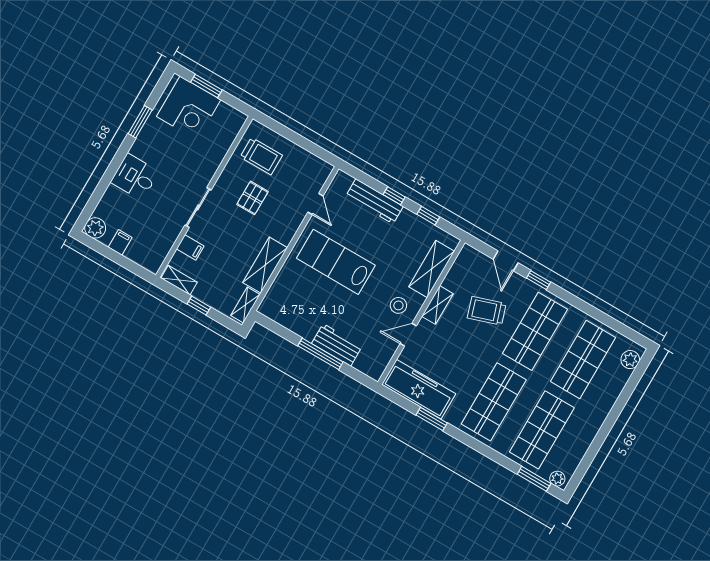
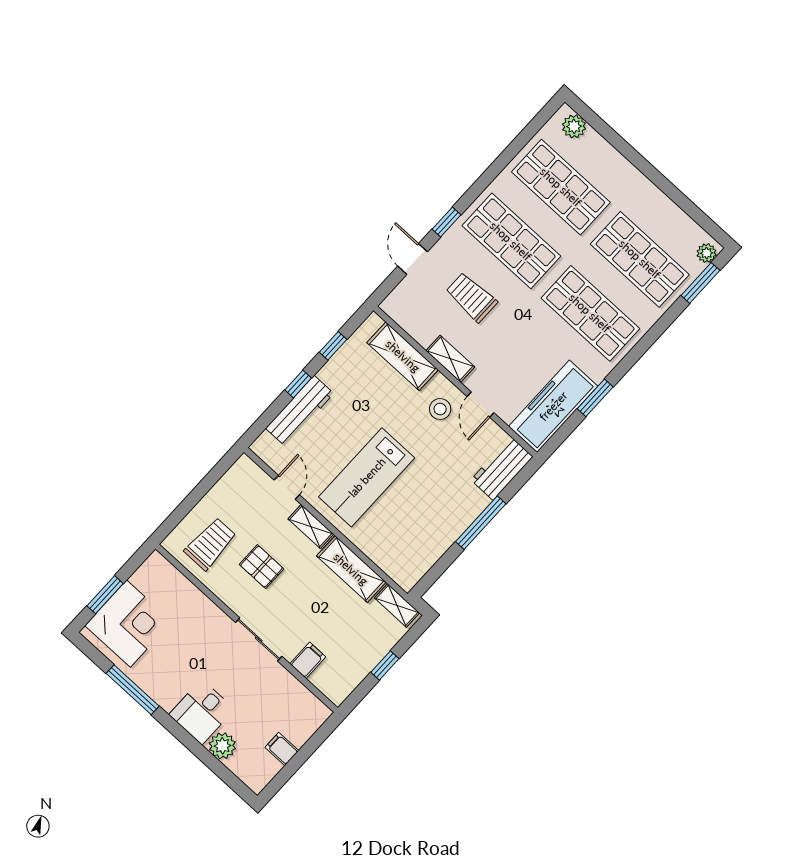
window: (140, 122) -> (133, 690), width x1.44
door: (315, 204) -> (287, 487), hinge flipped
plant: (95, 228) -> (222, 746), moved
door: (506, 261) -> (413, 259), swing flipped
shelving: (179, 280) -> (311, 527), moved, turned 90
trolley: (487, 311) -> (471, 297), turned 108
workbench: (337, 345) -> (502, 468), moved

